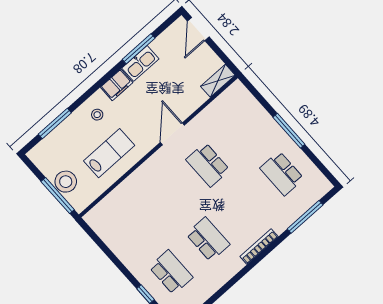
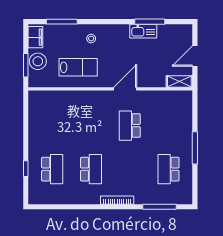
door: (198, 29) -> (195, 56), moved
filing cabinet: (117, 85) -> (35, 37), moved, turned -90
window: (58, 196) -> (26, 65), width x0.69

